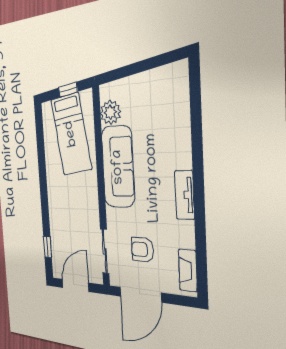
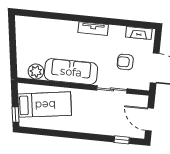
window: (68, 90) -> (15, 114), moved
armchair: (142, 250) -> (125, 62), turned 90
sliding door: (105, 251) -> (112, 89), moved

